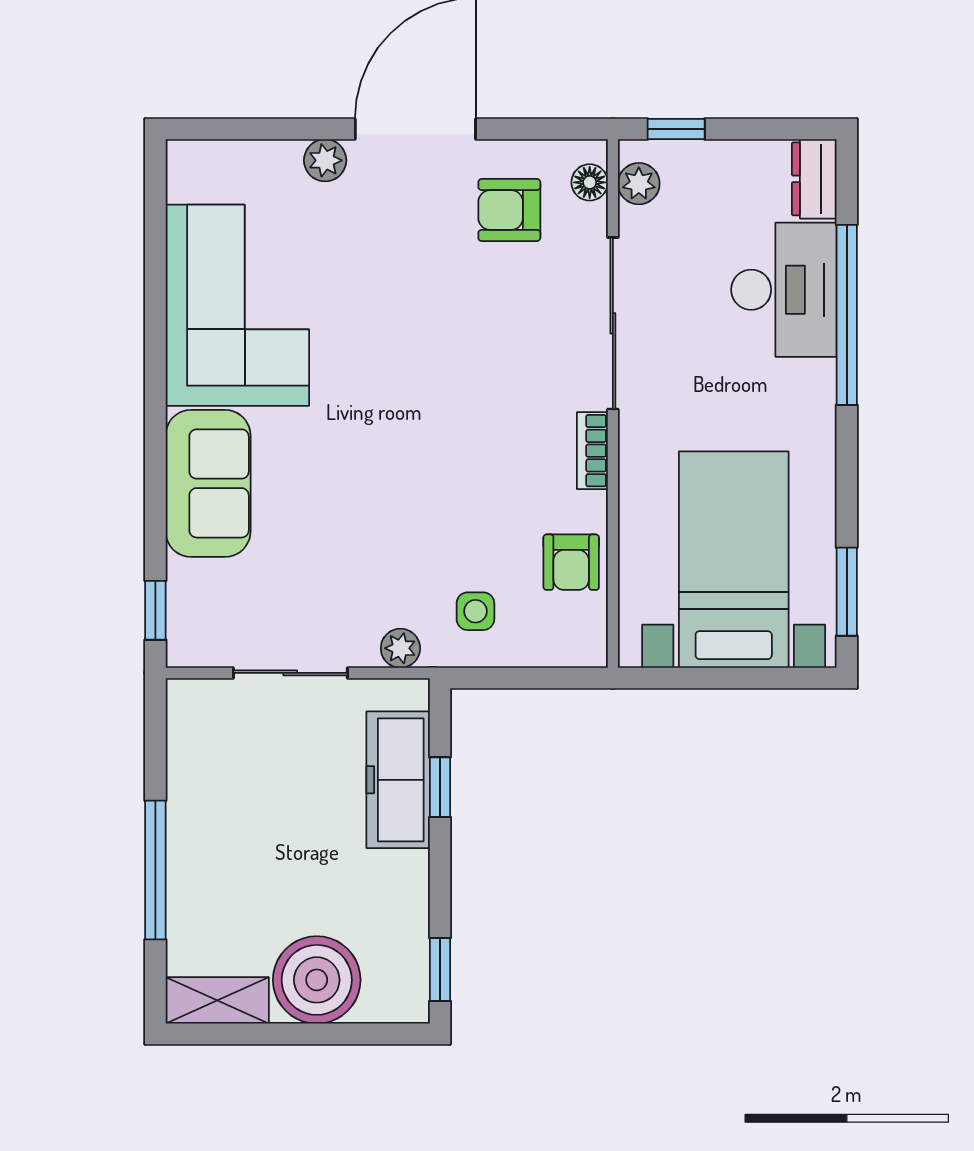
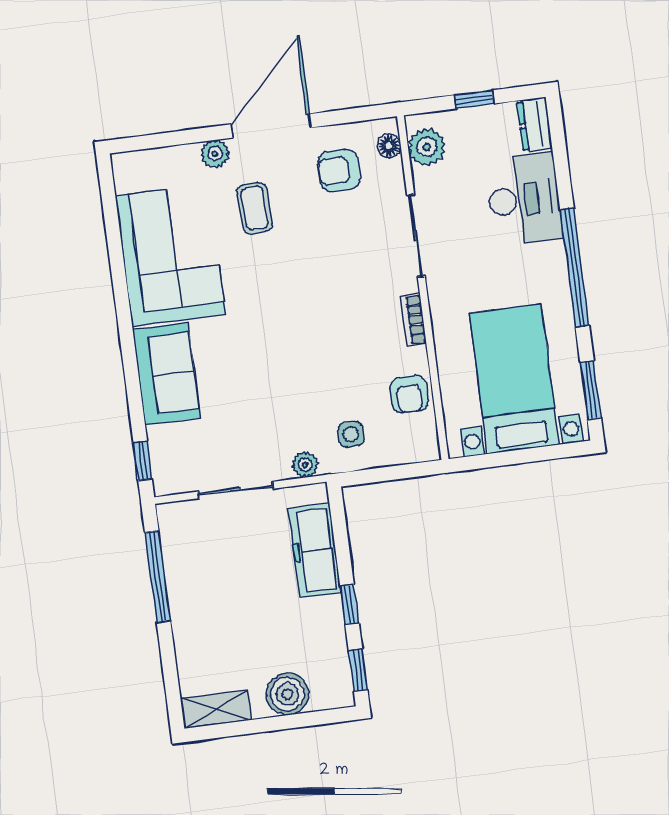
window: (676, 129) -> (474, 99), moved
plant: (639, 184) -> (427, 147), width x1.38, depth x1.38
coffee table: (374, 250) -> (255, 208), added
window: (847, 315) -> (575, 268), moved
sliding door: (613, 323) -> (416, 236), width x0.73
window: (440, 787) -> (350, 604), moved
window: (155, 870) -> (158, 576), moved
boiler: (317, 980) -> (287, 694), width x0.73, depth x0.73

